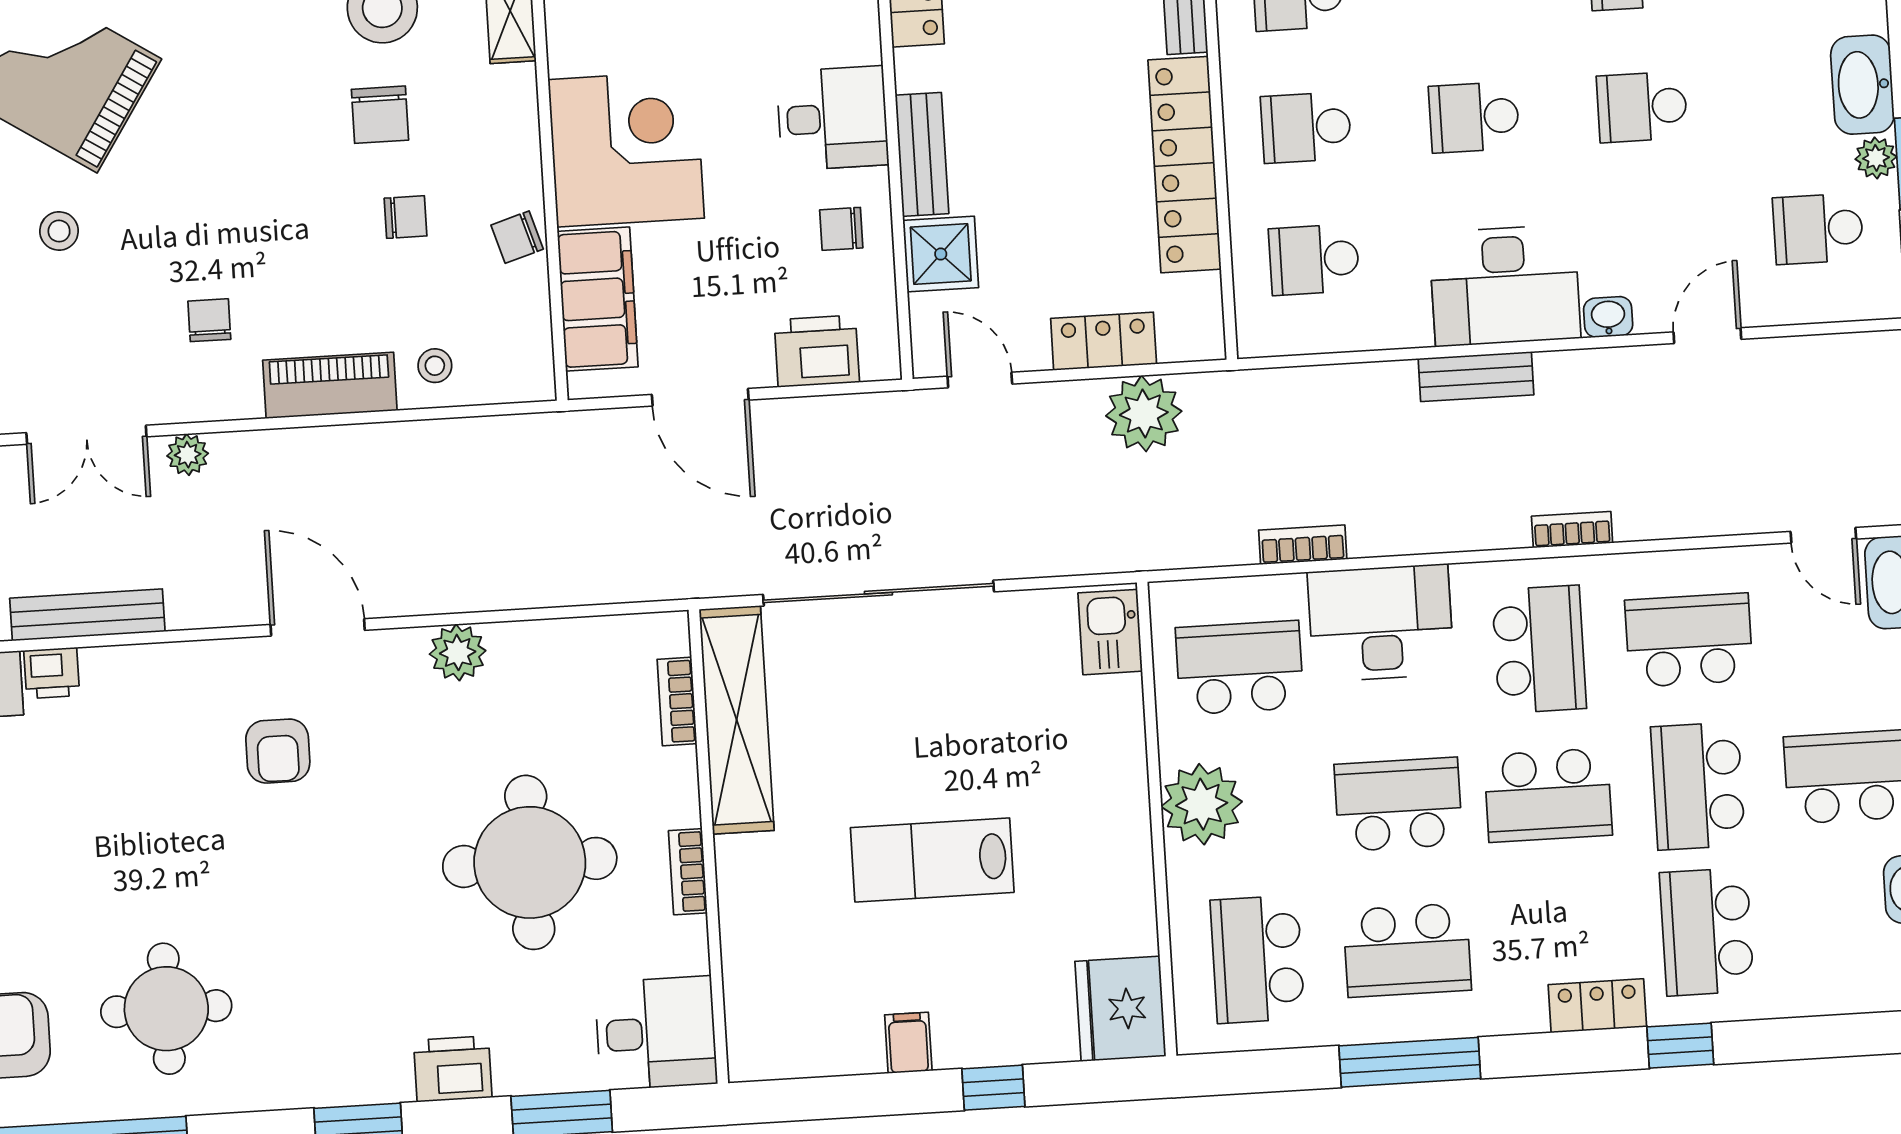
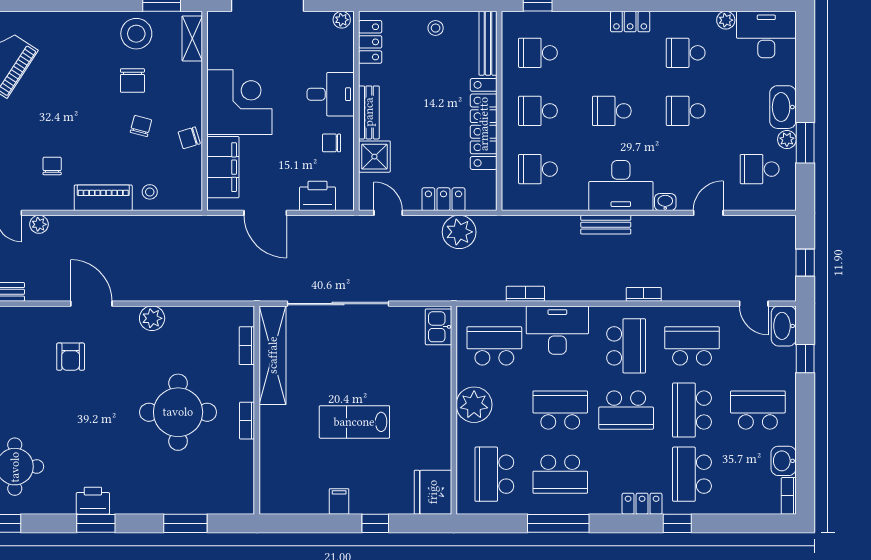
chair: (406, 217) -> (141, 126), turned -75
desk: (656, 1033) -> (229, 490), removed
printer: (453, 1069) -> (93, 501), moved

